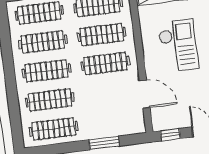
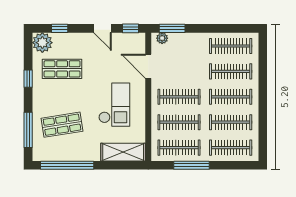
checkout: (178, 45) -> (114, 105), turned 180
plant: (133, 128) -> (162, 38), added
window: (104, 143) -> (172, 28), moved

